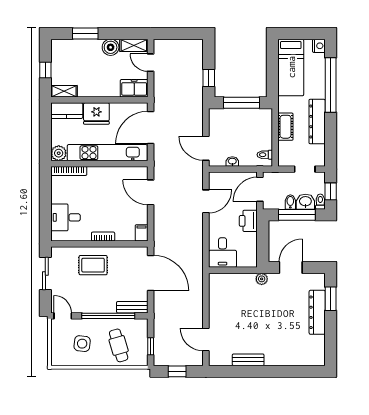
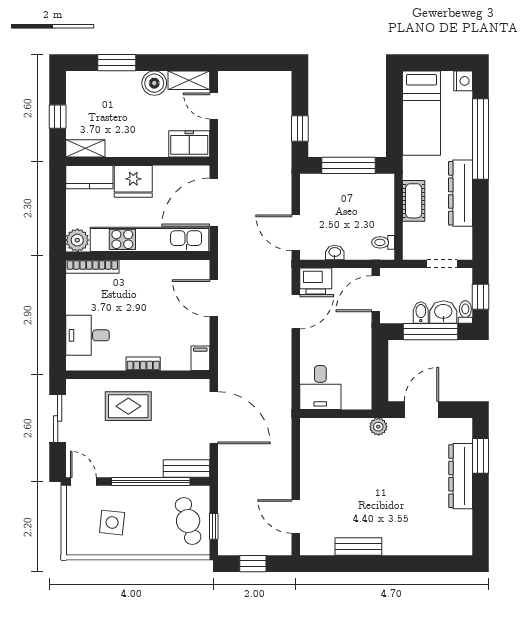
printer: (248, 221) -> (316, 281), moved, turned -90
cafe table: (119, 345) -> (188, 521), moved

